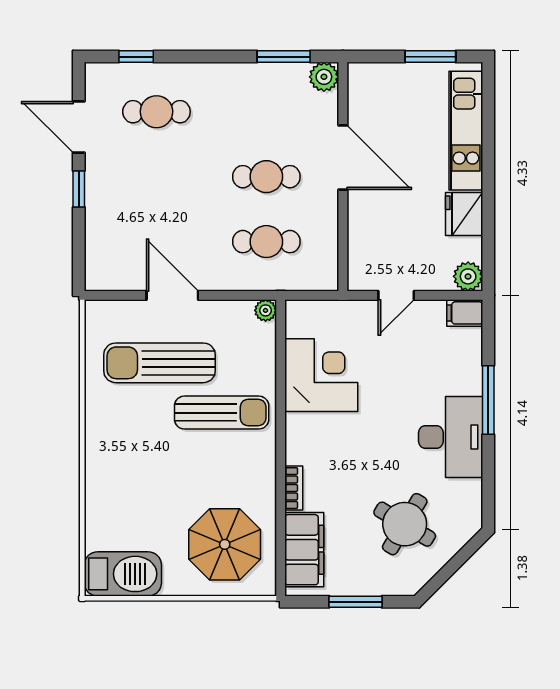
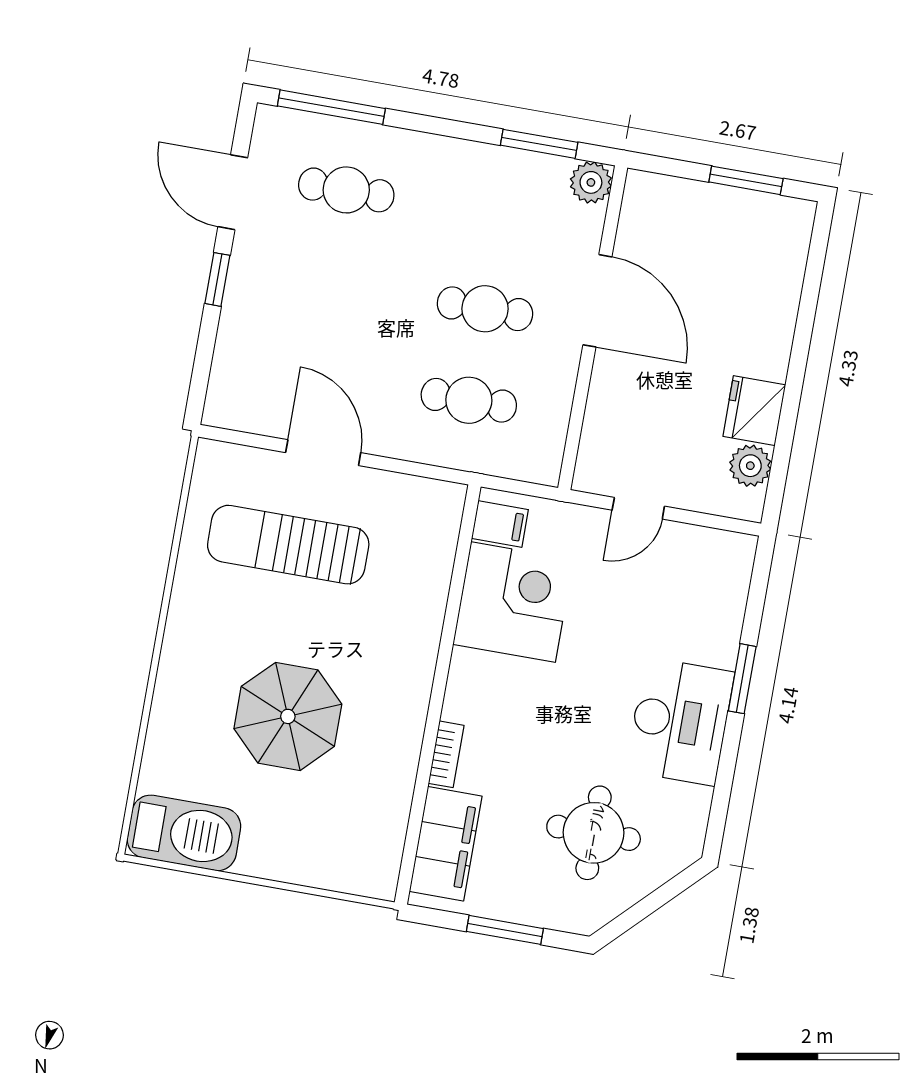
window: (136, 57) -> (331, 107), width x2.17
kitchen unit: (466, 131) -> (777, 293), removed
plant: (468, 276) -> (750, 466), moved
plant: (266, 310) -> (451, 497), removed
filing cabinet: (465, 313) -> (500, 524), moved, turned 180
window: (488, 400) -> (742, 679), width x0.69
sun lounger: (222, 413) -> (363, 630), removed
round table: (405, 524) -> (594, 833), turned -31
parasol: (225, 544) -> (288, 716), moved

